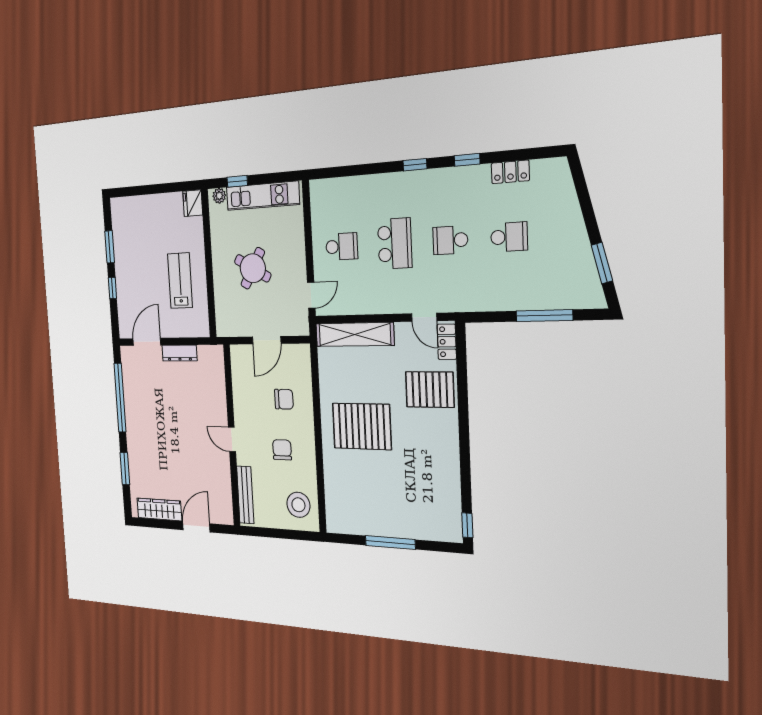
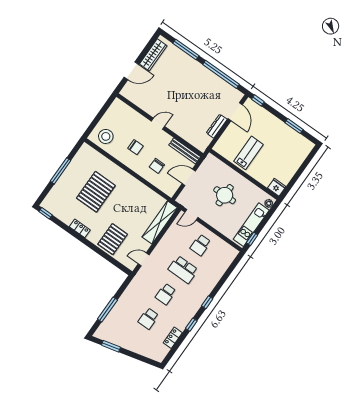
window: (237, 181) -> (252, 239), moved
school desk: (450, 240) -> (166, 294), turned 180
round table: (253, 268) -> (225, 195), turned -30
lab bench: (180, 281) -> (249, 153), turned -90
window: (112, 288) -> (258, 100), moved
door: (311, 295) -> (191, 215), hinge flipped
door: (267, 340) -> (189, 177), hinge flipped
locker: (447, 342) -> (80, 228), moved
pallet: (362, 426) -> (96, 192), moved
window: (125, 469) -> (186, 50), width x1.44
bench: (245, 495) -> (185, 151), moved
door: (196, 527) -> (131, 71), hinge flipped

